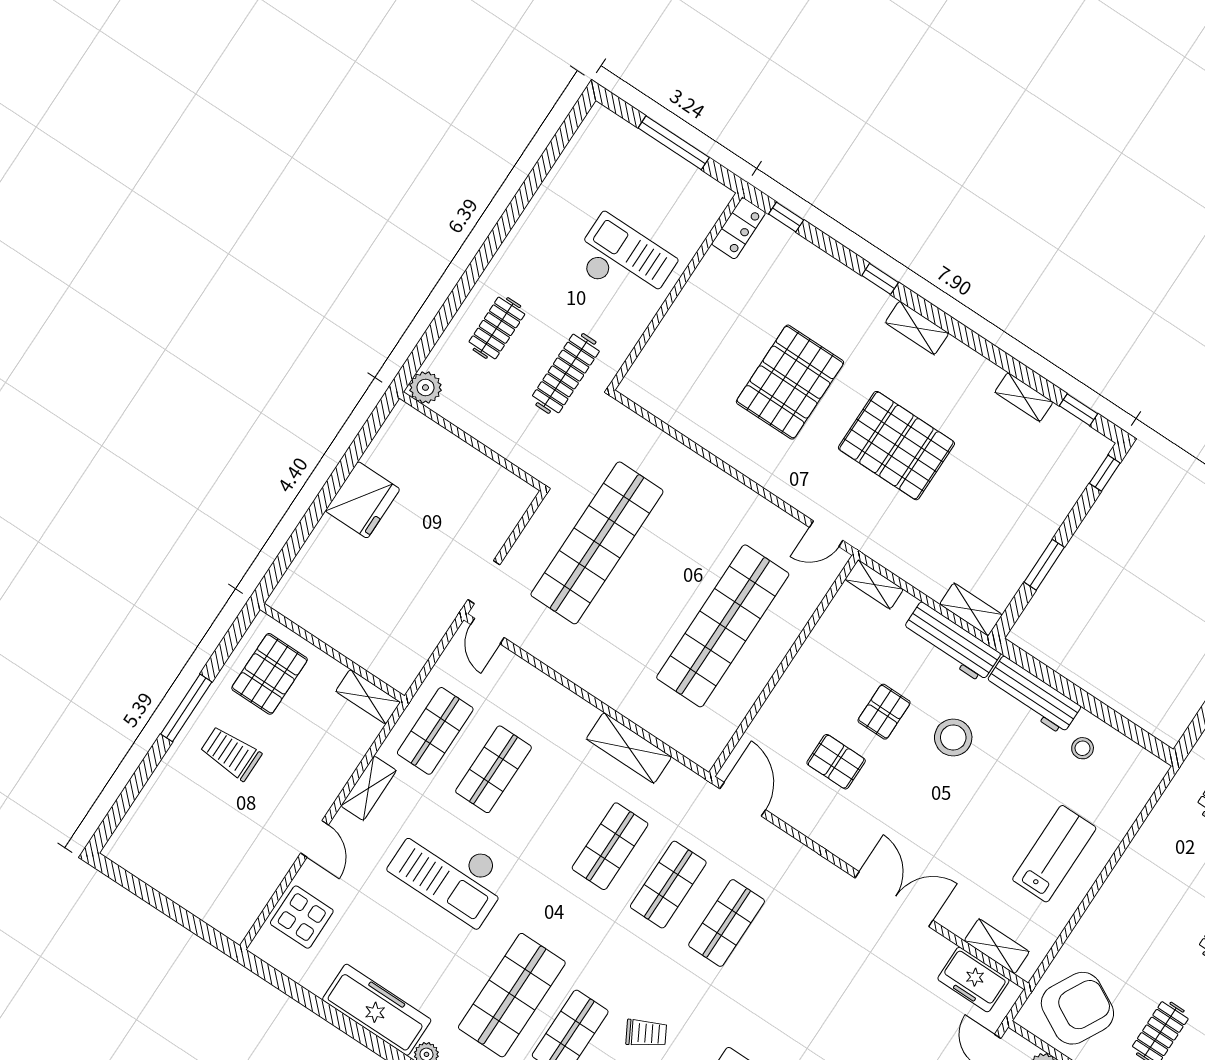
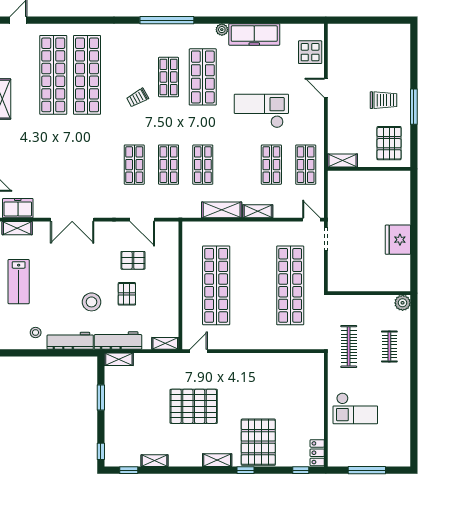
pallet: (790, 382) -> (258, 442), moved
shelving: (369, 788) -> (258, 211), moved, turned 90
door: (743, 799) -> (142, 220), moved

